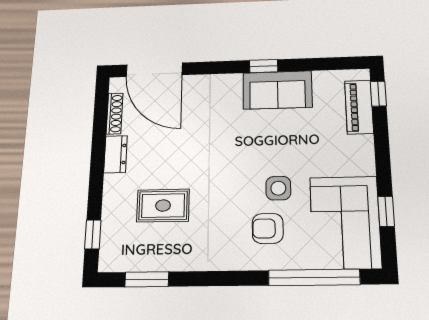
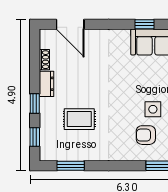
door: (154, 70) -> (70, 24), width x0.73
shoe rack: (115, 114) -> (44, 60), width x0.70
window: (96, 184) -> (35, 104), added

